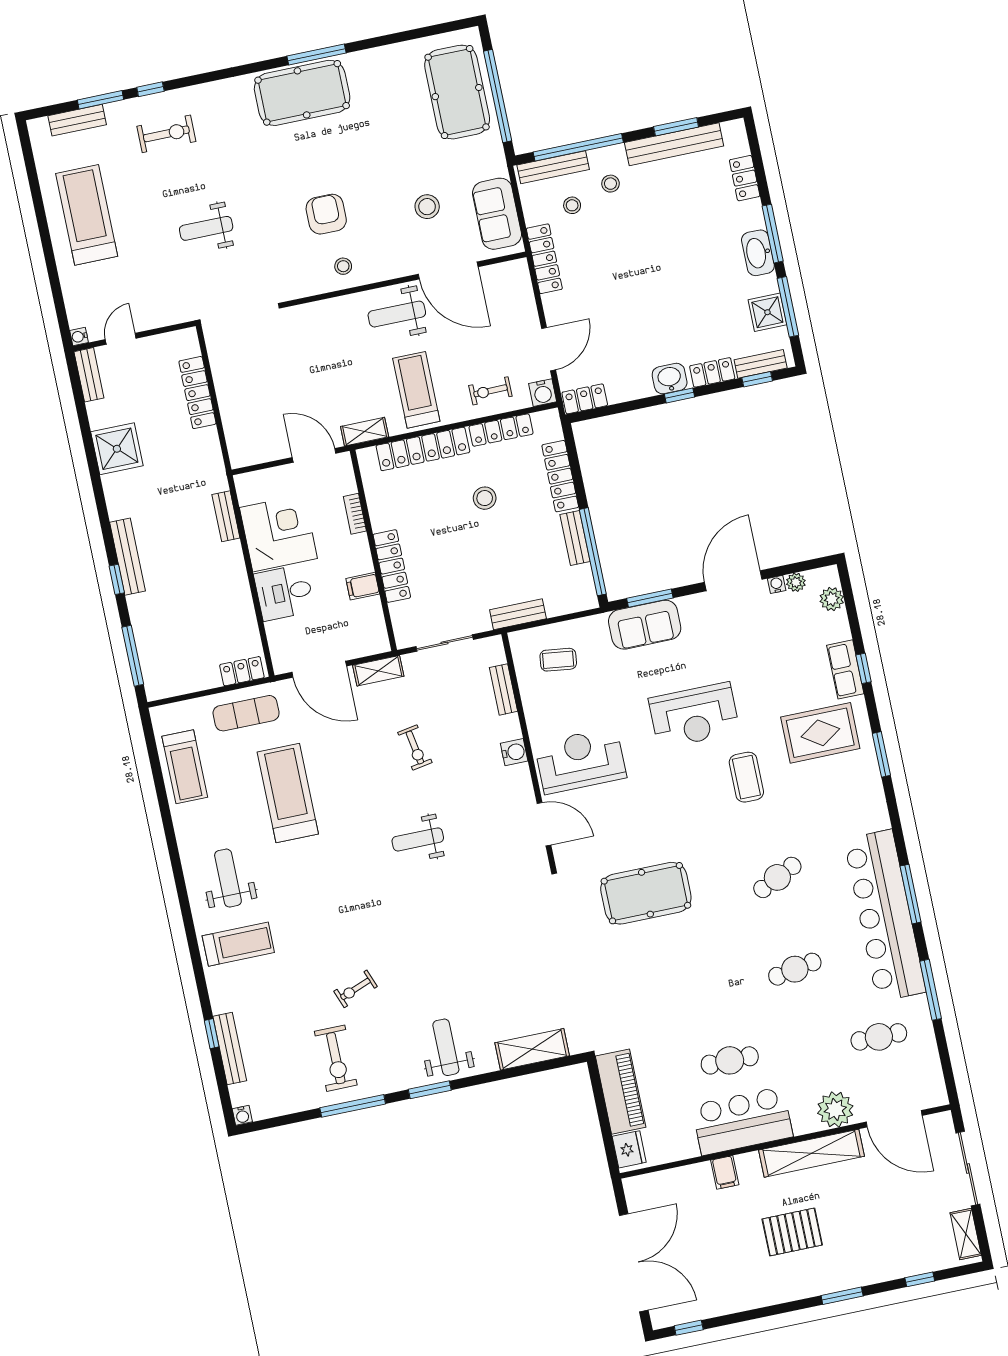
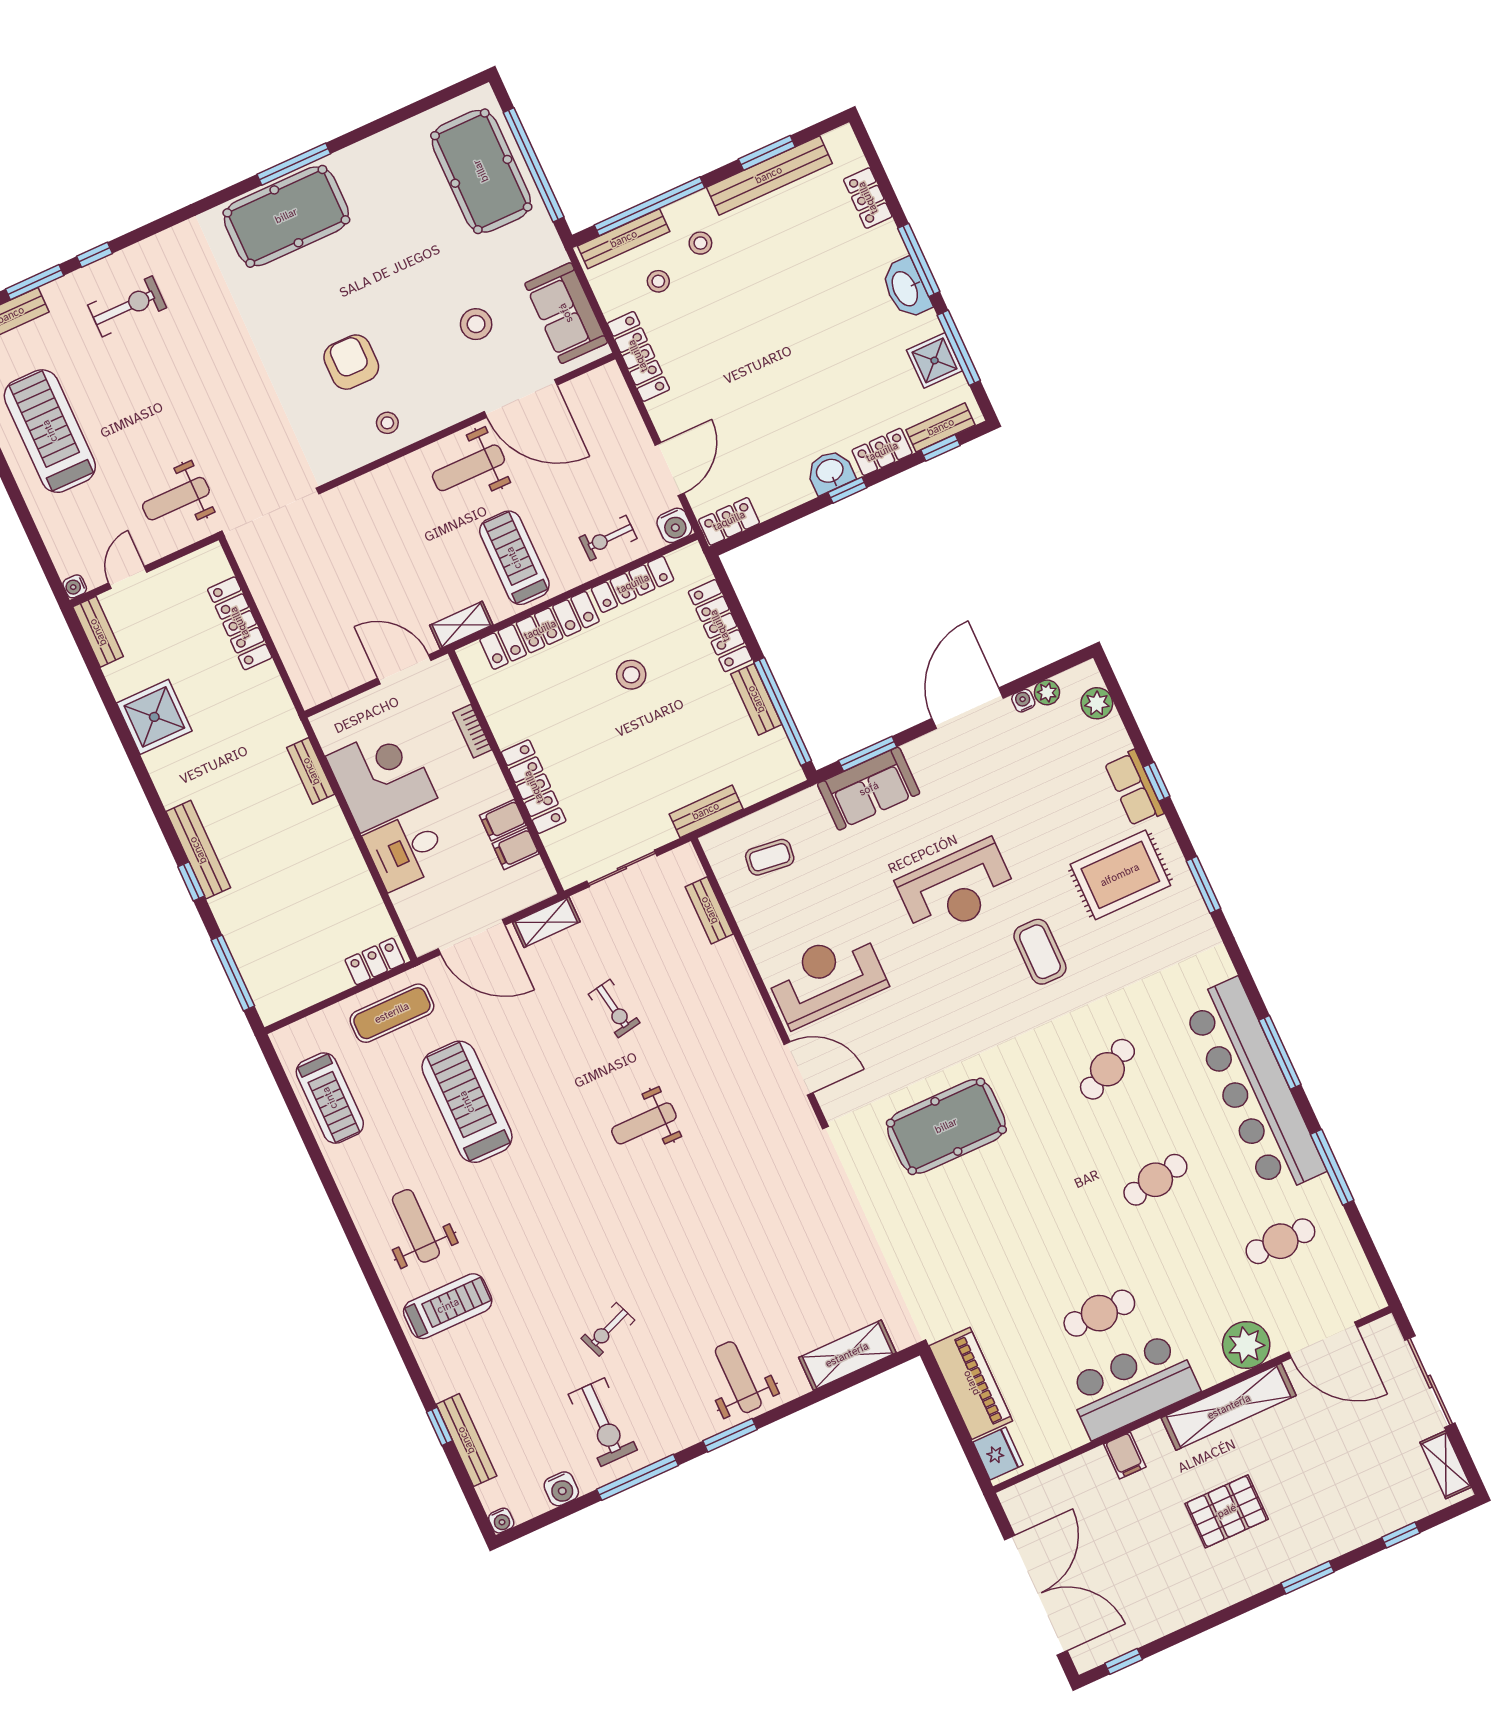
weight bench: (206, 228) -> (176, 499), moved
filing cabinet: (368, 610) -> (516, 849), added
water cooler: (514, 752) -> (561, 1489), moved, turned 90

